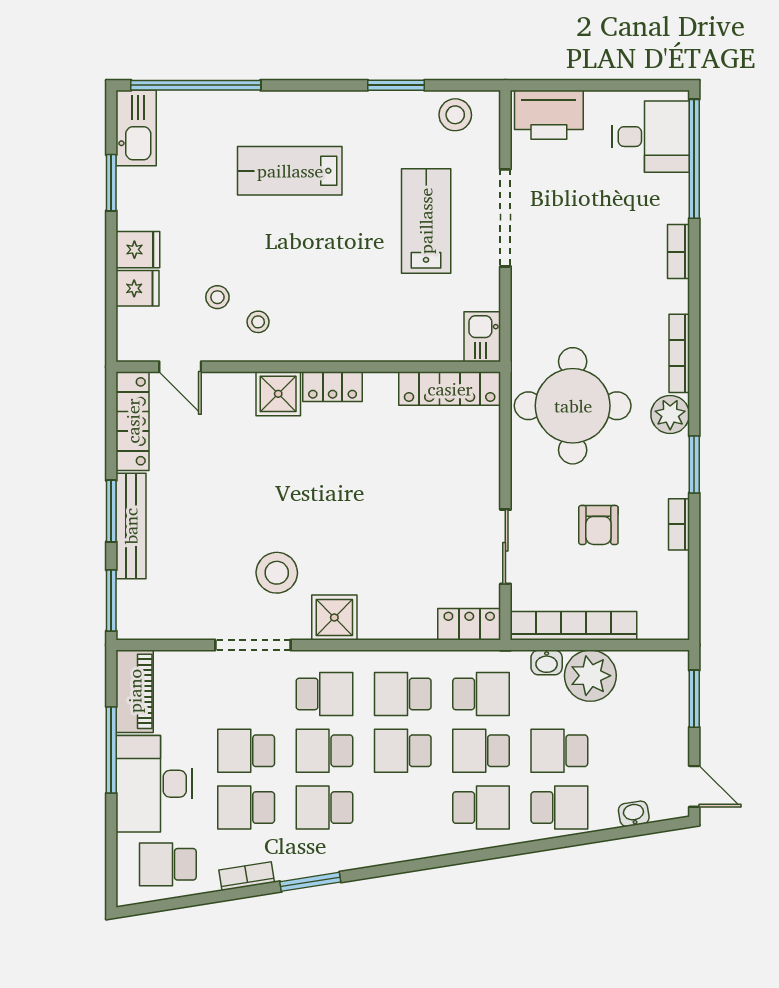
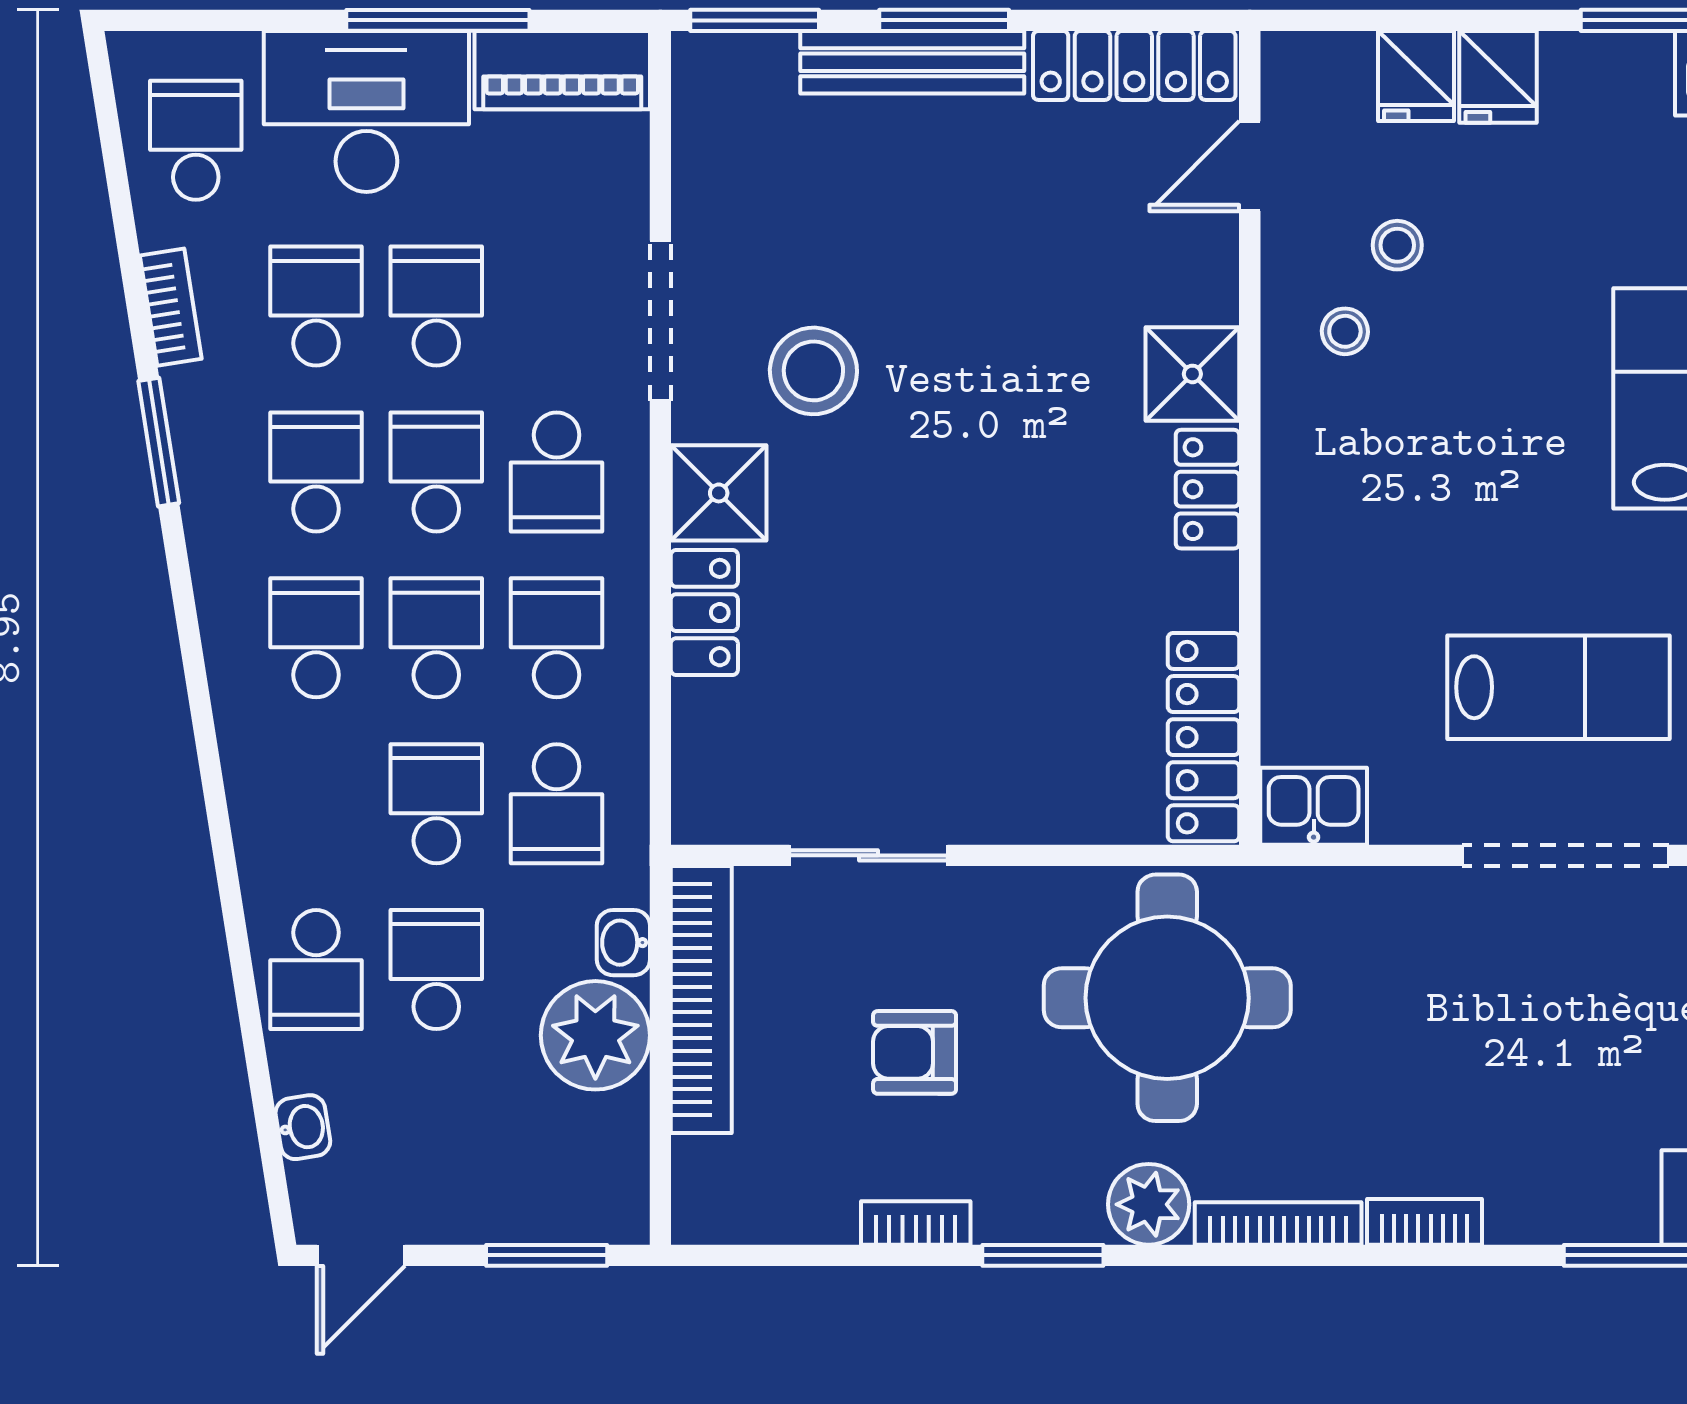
bookcase: (678, 252) -> (1424, 1222), moved
locker: (469, 624) -> (704, 613), moved
school desk: (481, 808) -> (316, 638), moved, turned 180

